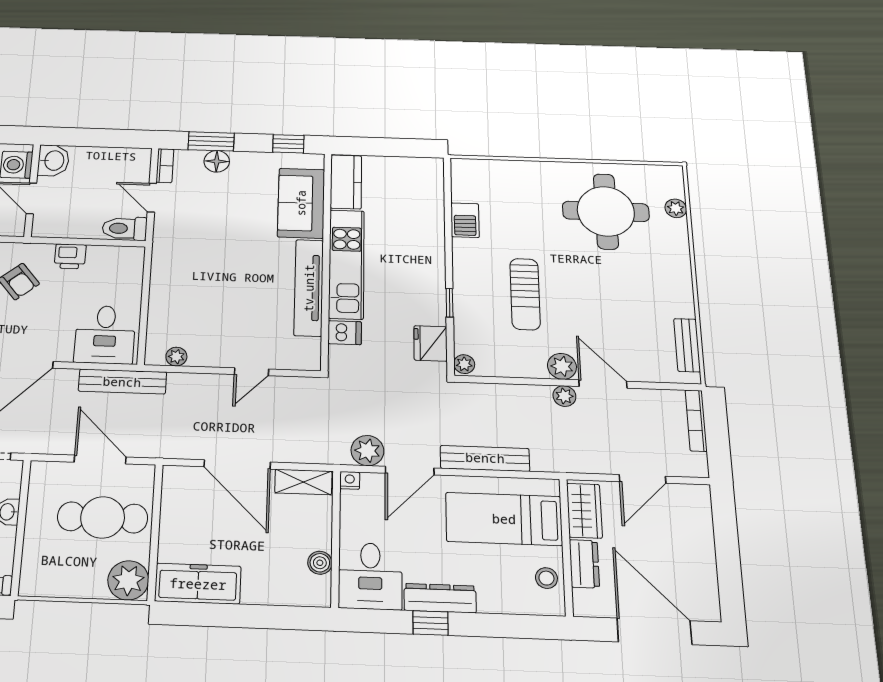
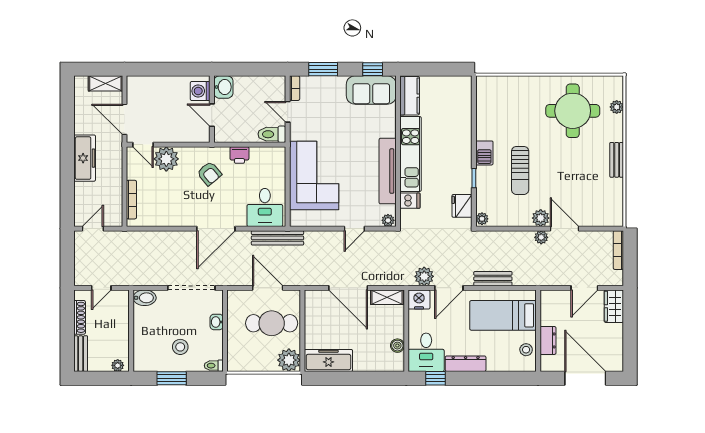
floor lamp: (217, 161) -> (327, 84), removed
sofa: (301, 203) -> (371, 90), moved, turned -90
barbecue: (465, 220) -> (484, 153), moved
corner sofa: (189, 290) -> (314, 175), added
bench: (687, 345) -> (617, 160), moved
plant: (176, 357) -> (388, 220), moved
bench: (485, 458) -> (493, 279), width x0.73
nightstand: (350, 480) -> (419, 300), width x1.89, depth x1.79
wardrobe: (584, 511) -> (614, 306), moved, turned 180
window: (431, 623) -> (436, 378), moved

